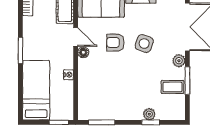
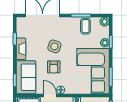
door: (76, 37) -> (50, 95), hinge flipped
plant: (179, 61) -> (105, 22), moved
corner sofa: (110, 97) -> (93, 71), added

